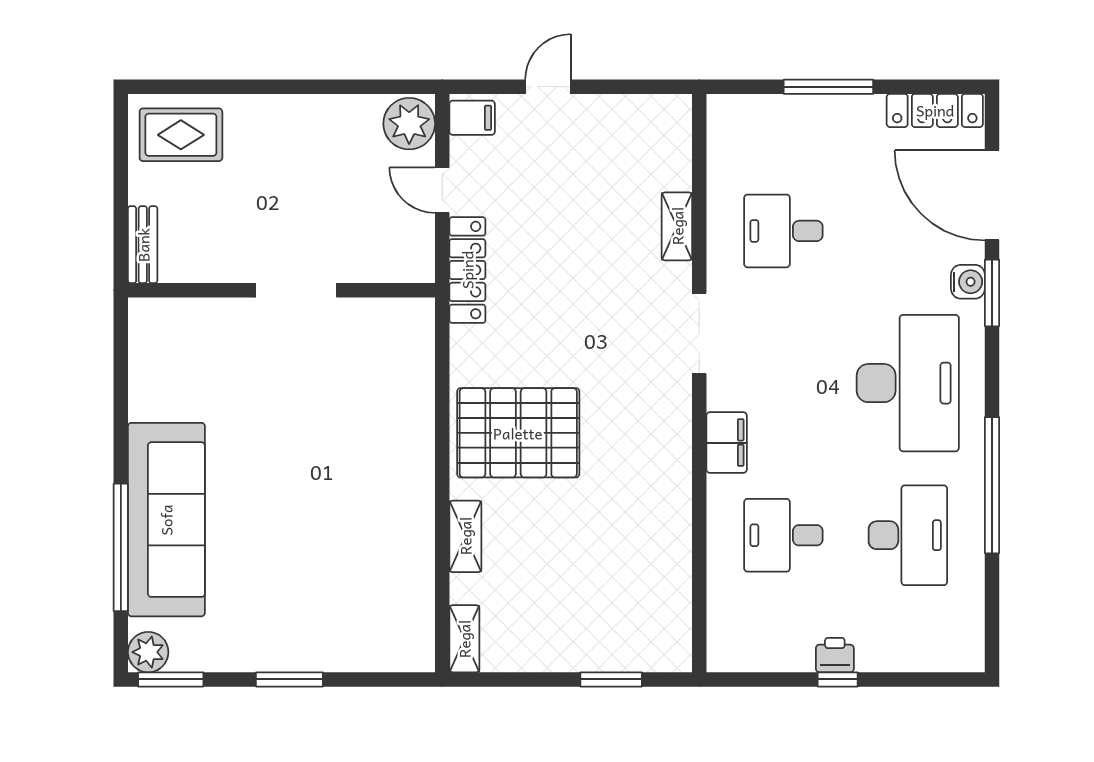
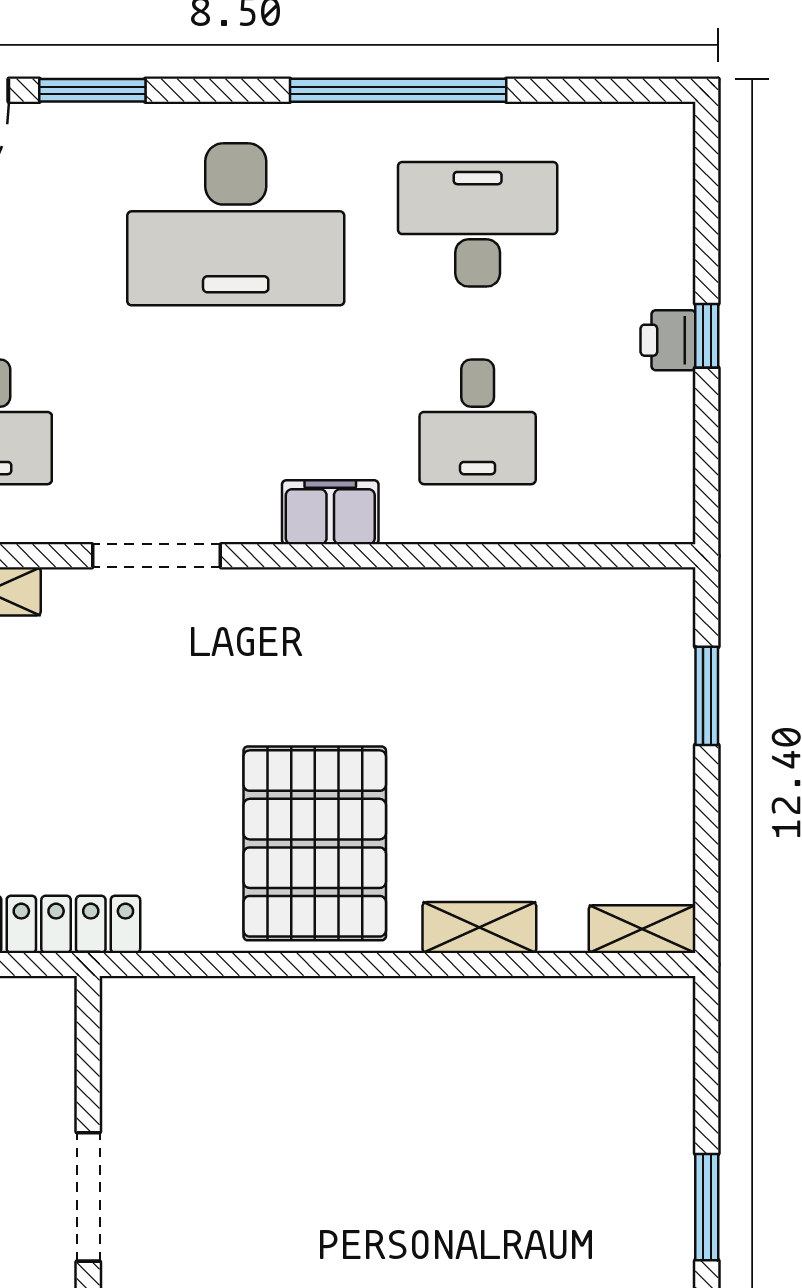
water cooler: (968, 282) -> (75, 129), removed
desk: (908, 383) -> (236, 224), turned 180

